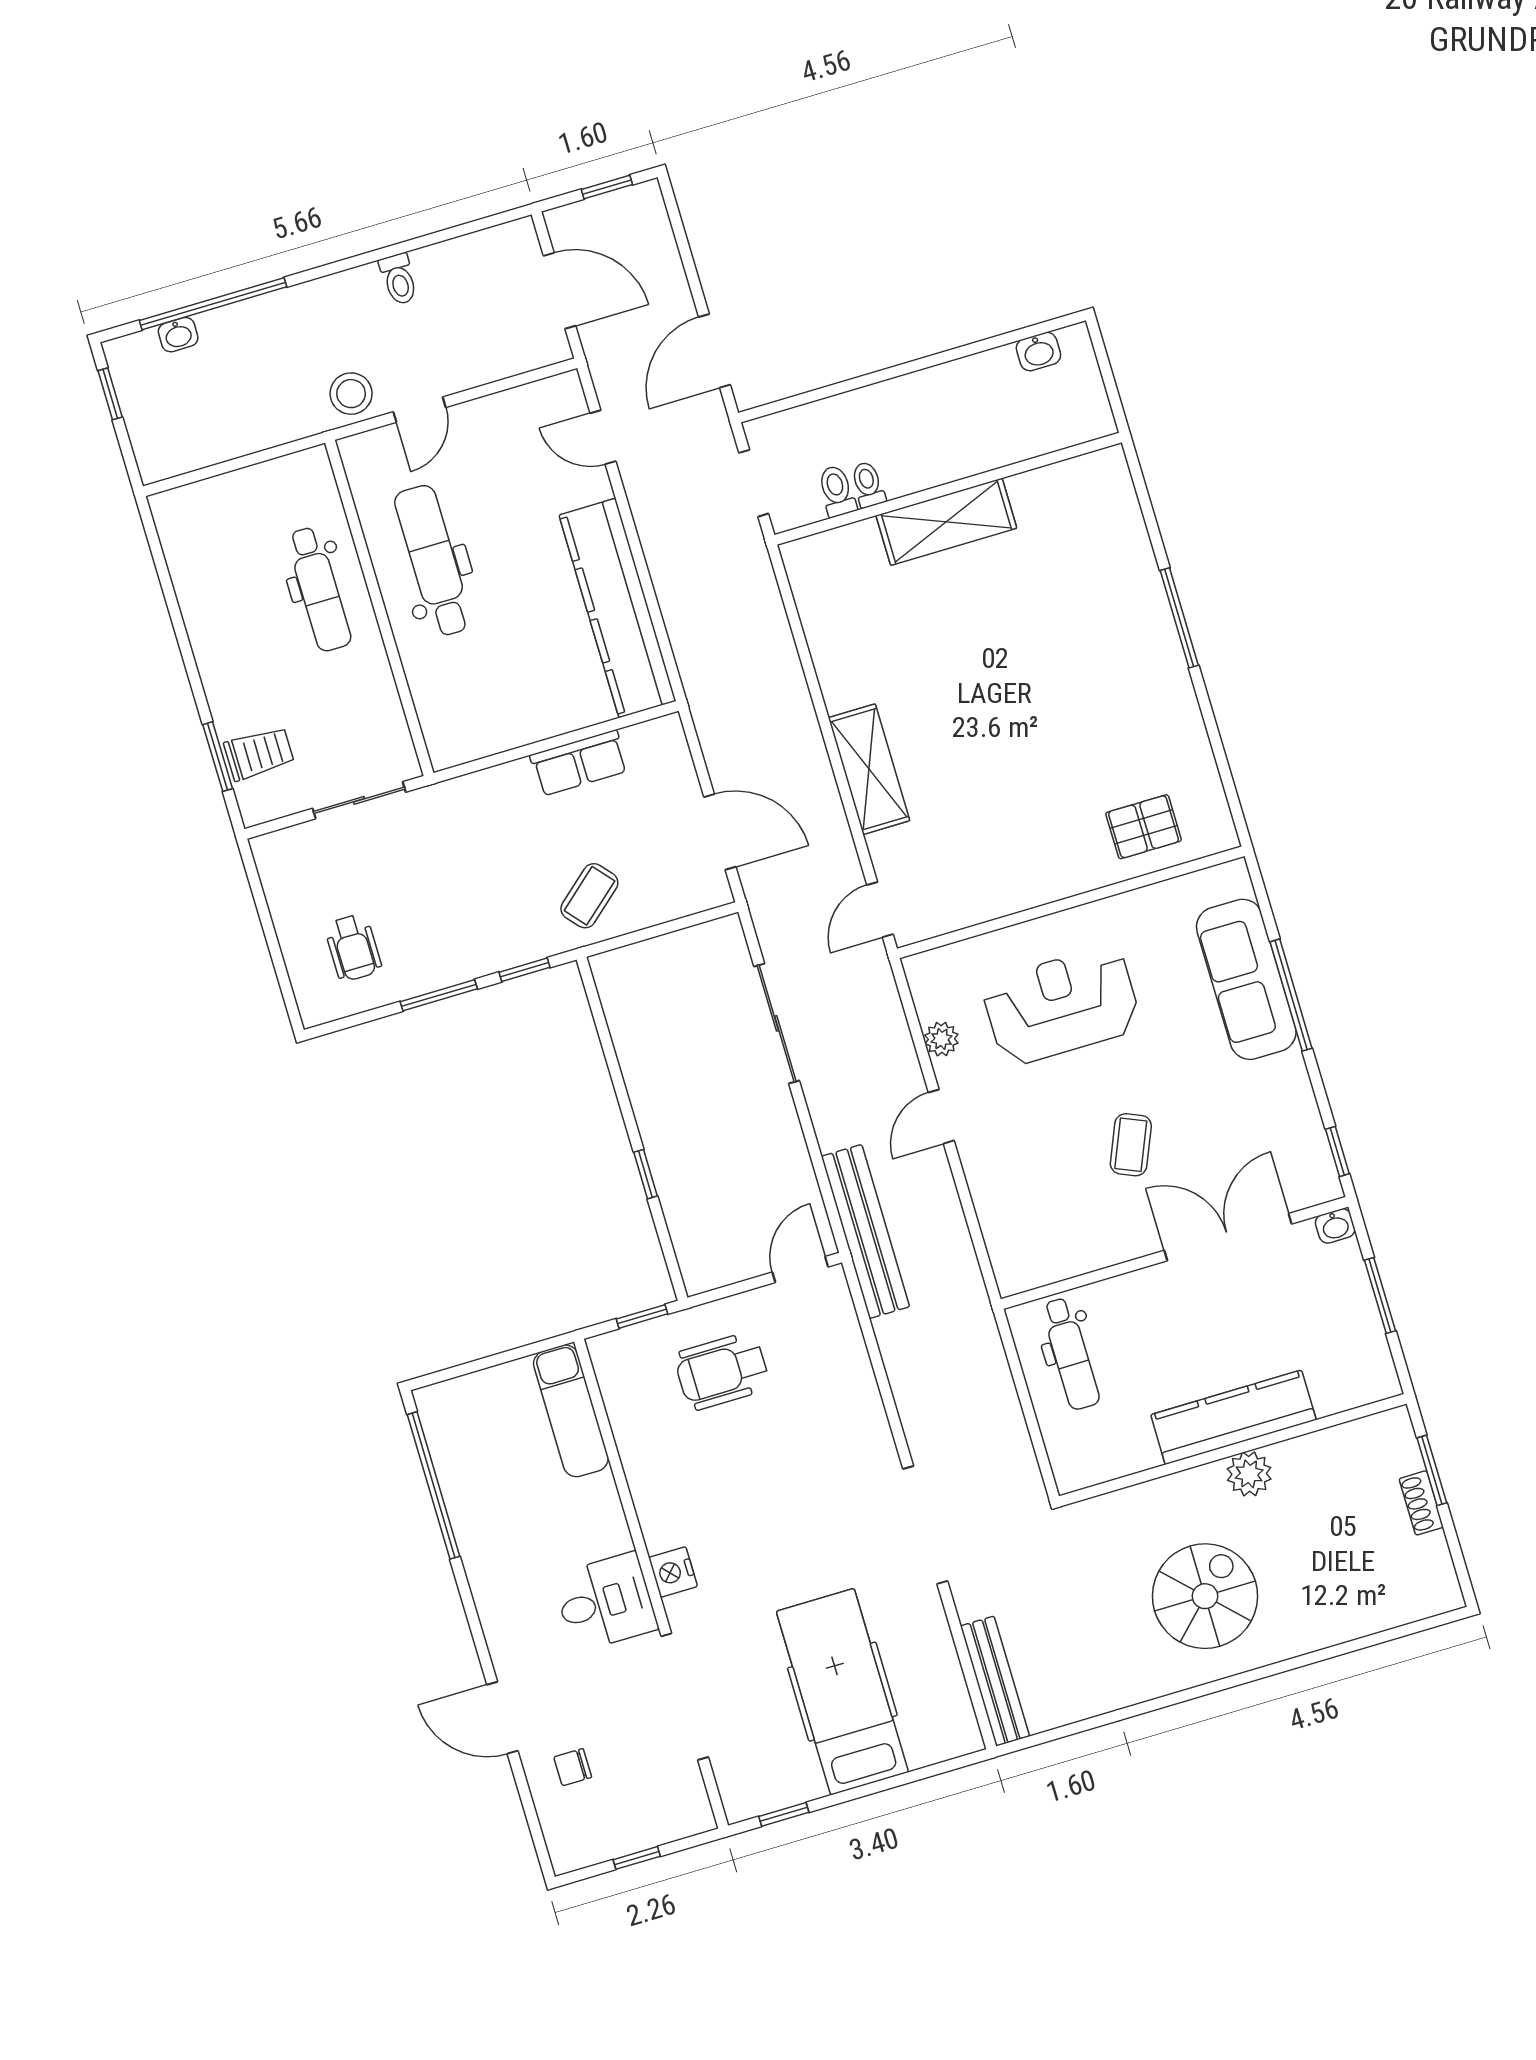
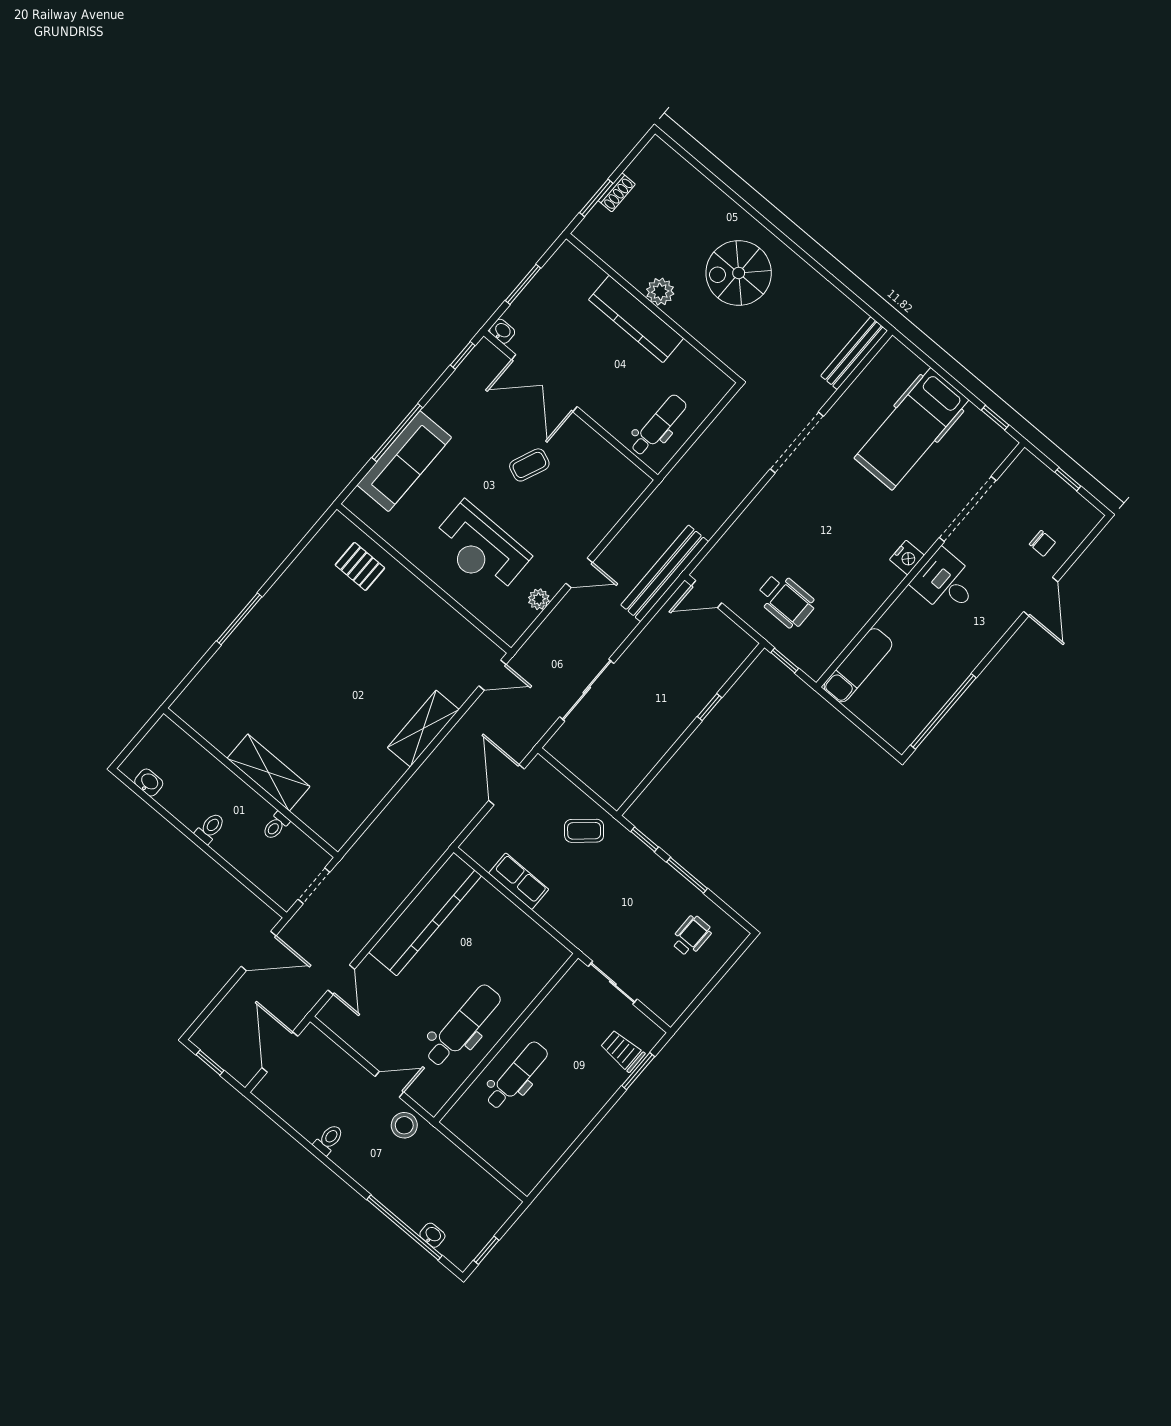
toilet: (837, 491) -> (210, 828), moved, turned 180
dental chair: (433, 561) -> (463, 1026), turned 180

